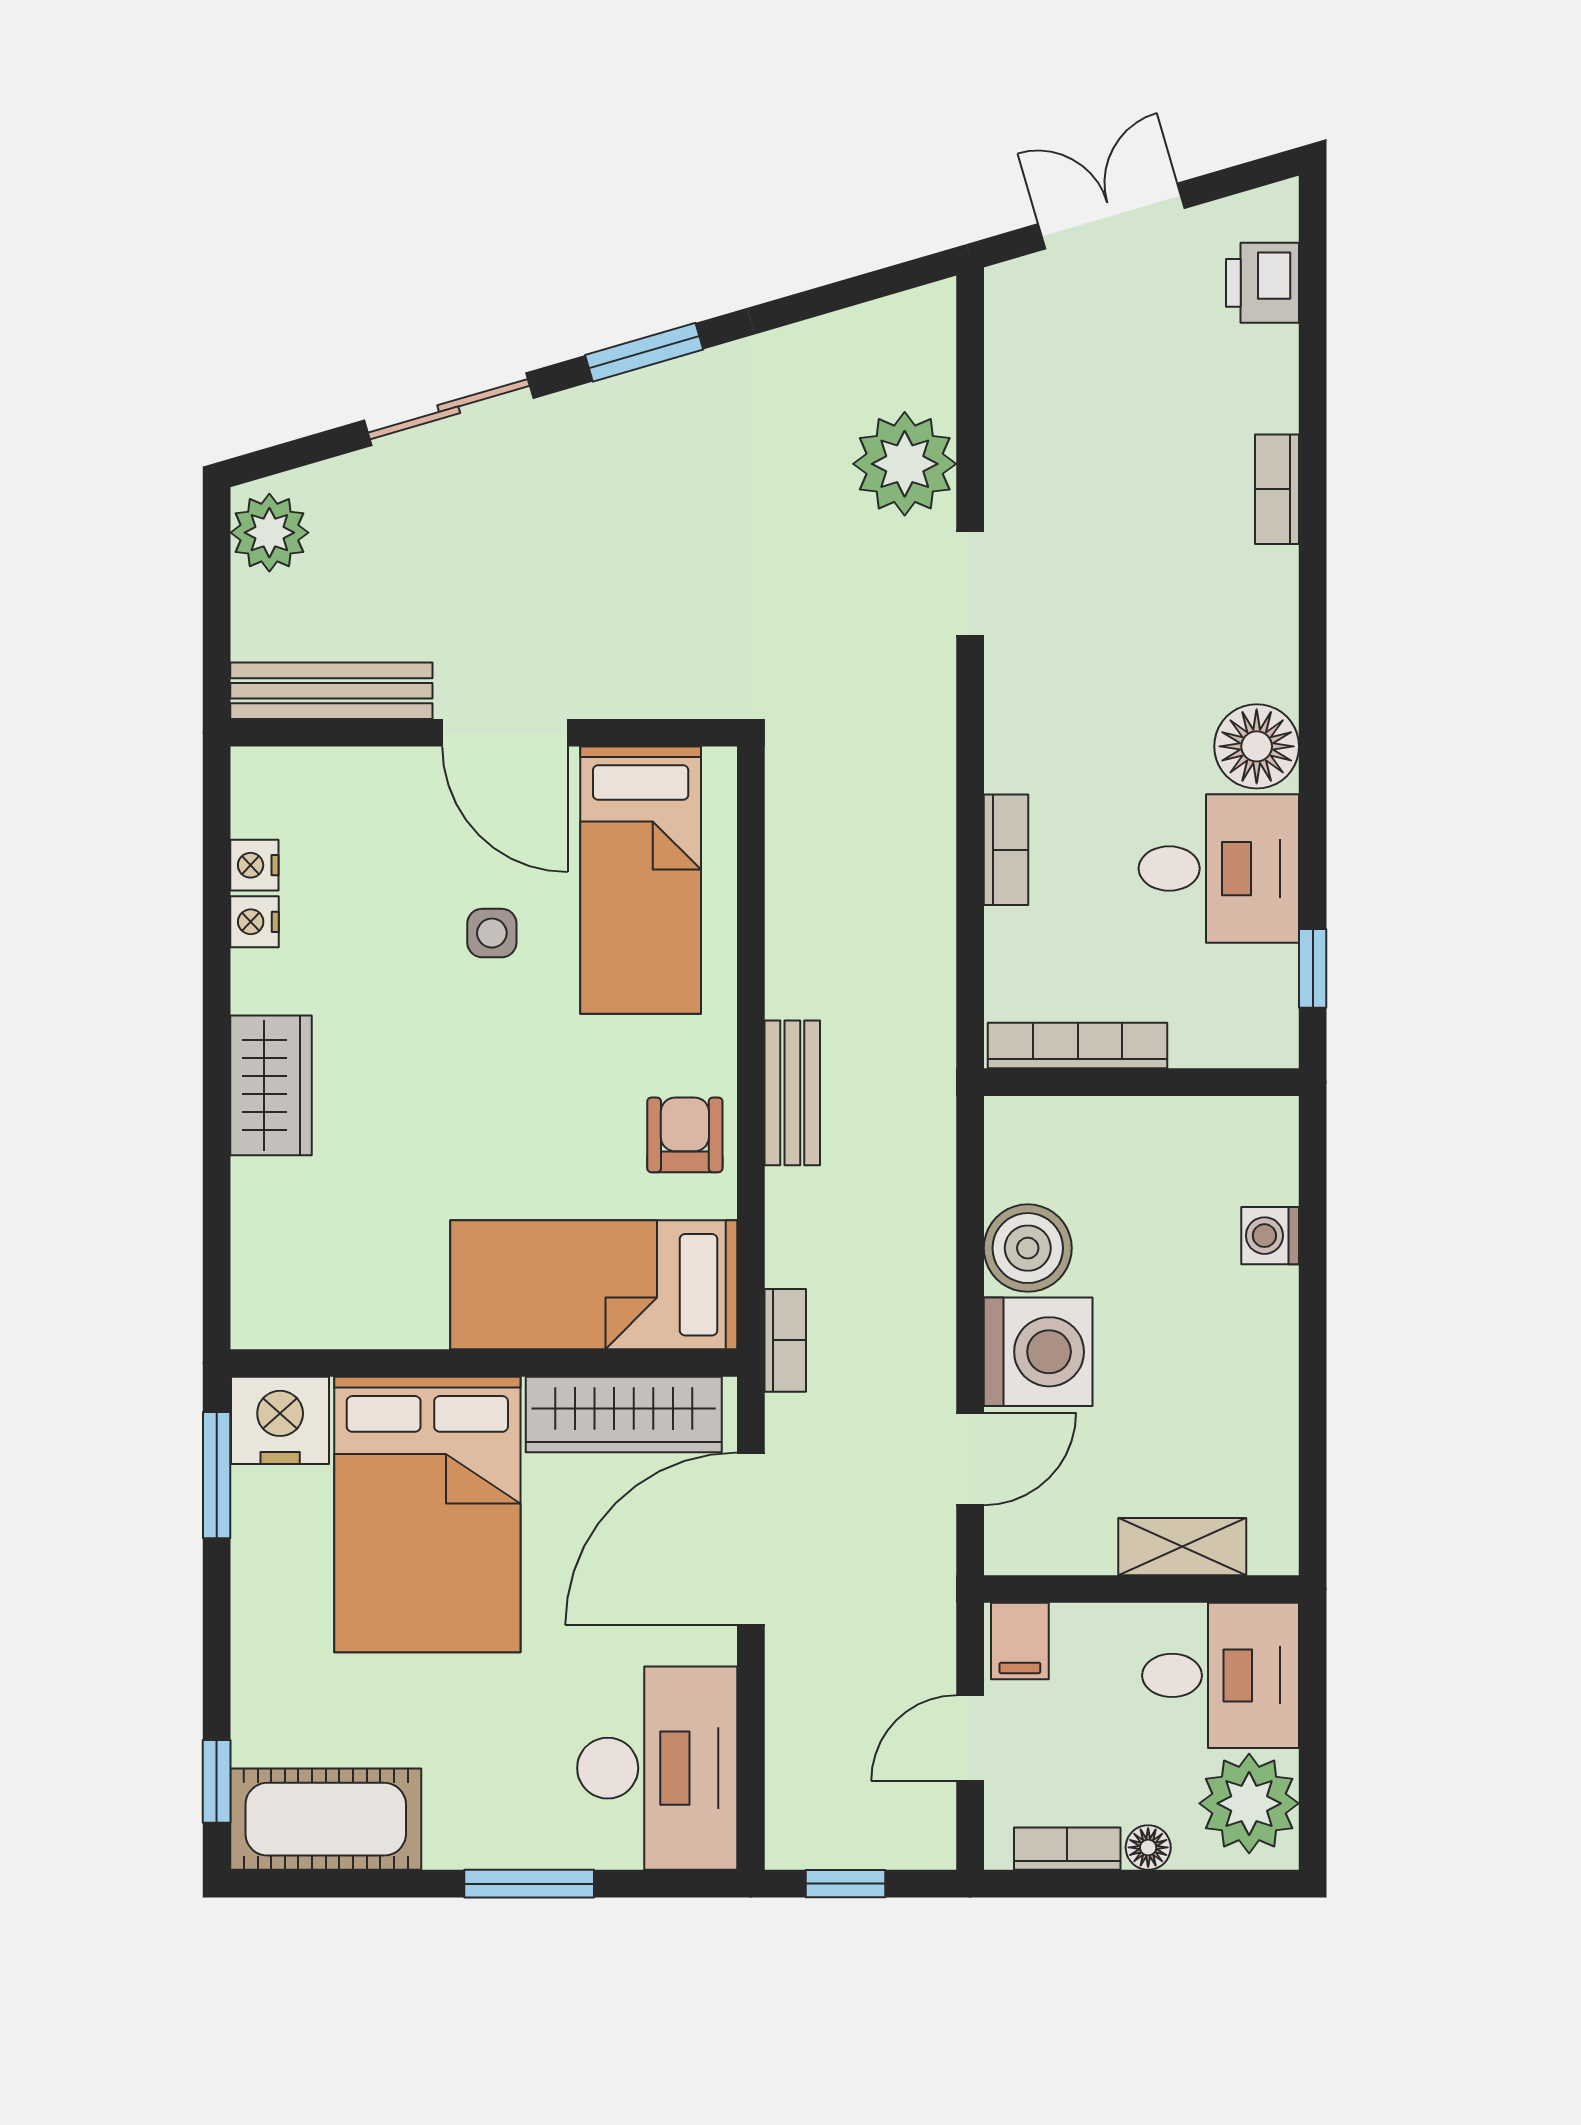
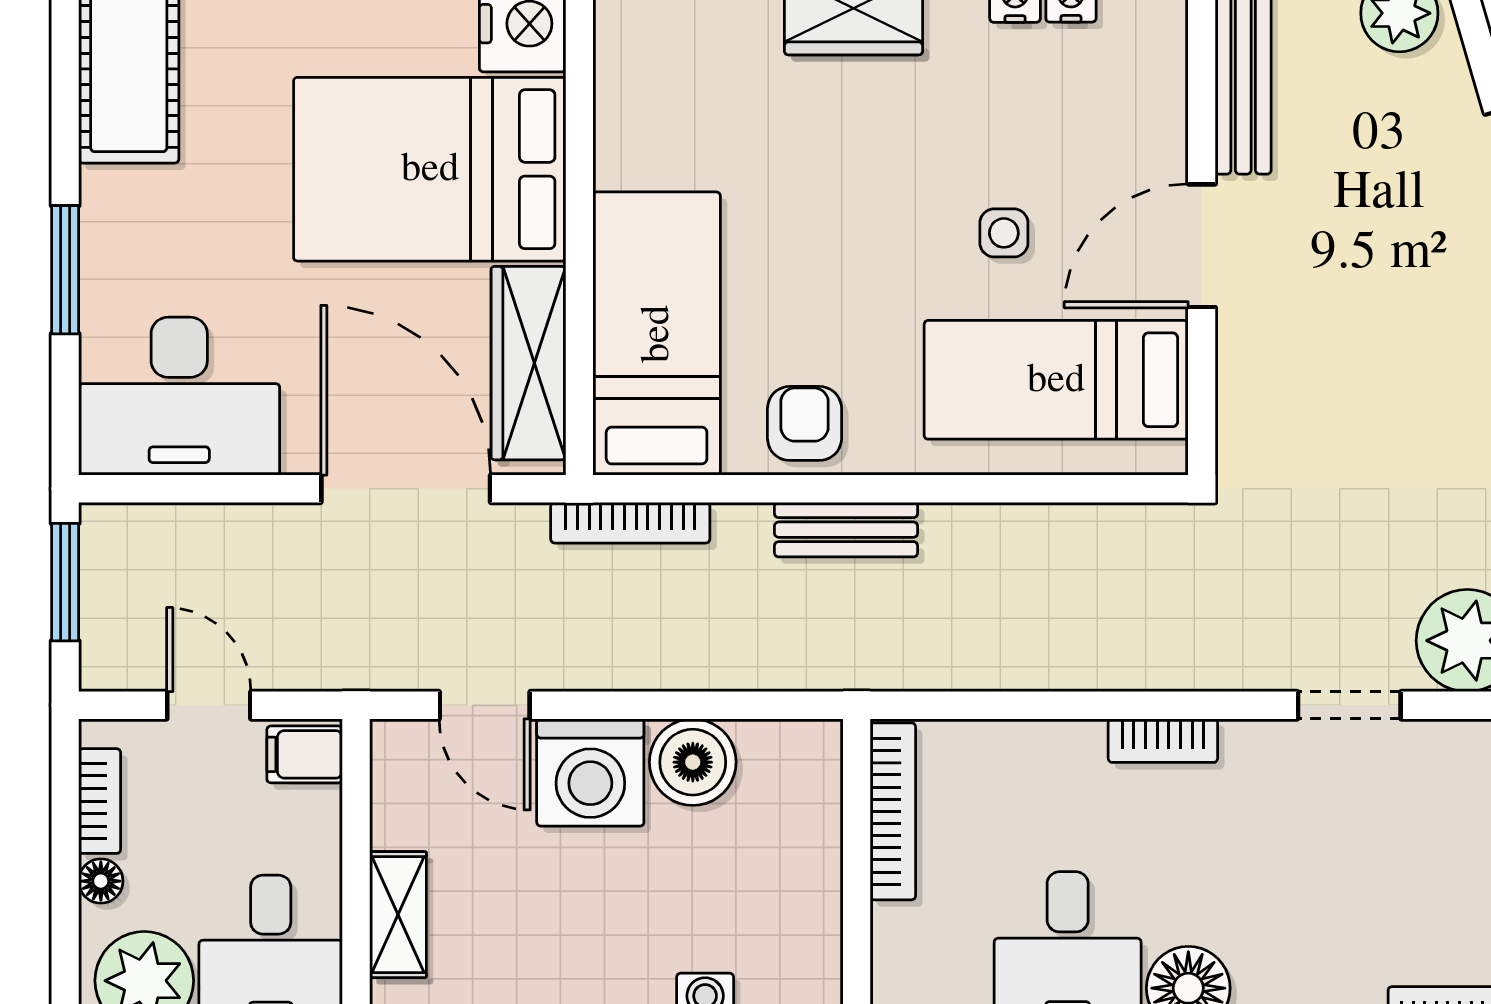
bookcase: (1006, 850) -> (1163, 741), moved
armchair: (685, 1135) -> (805, 423), turned -90
bookcase: (785, 1340) -> (630, 523), width x1.56
window: (845, 1884) -> (65, 582), width x1.50

